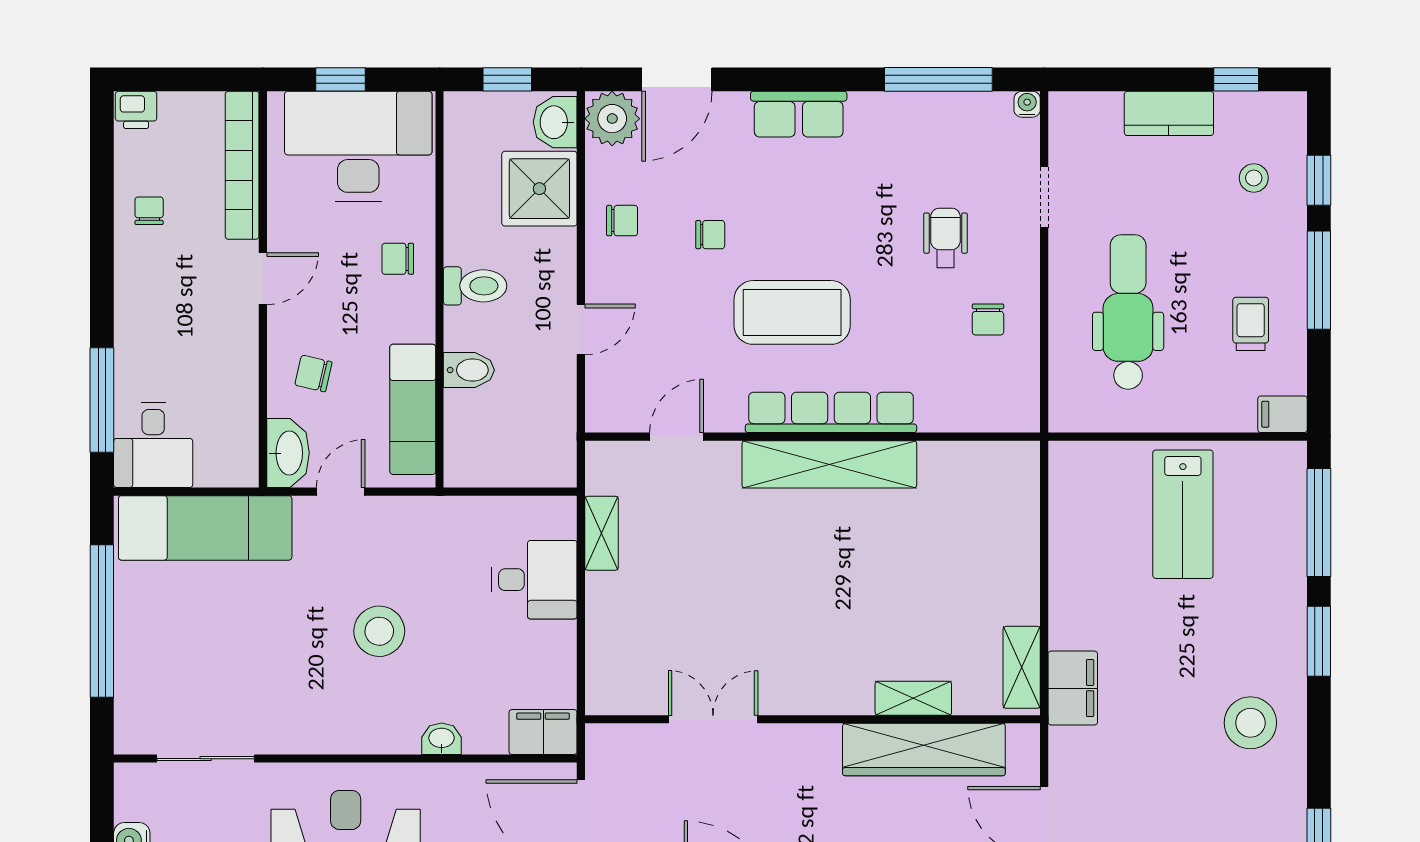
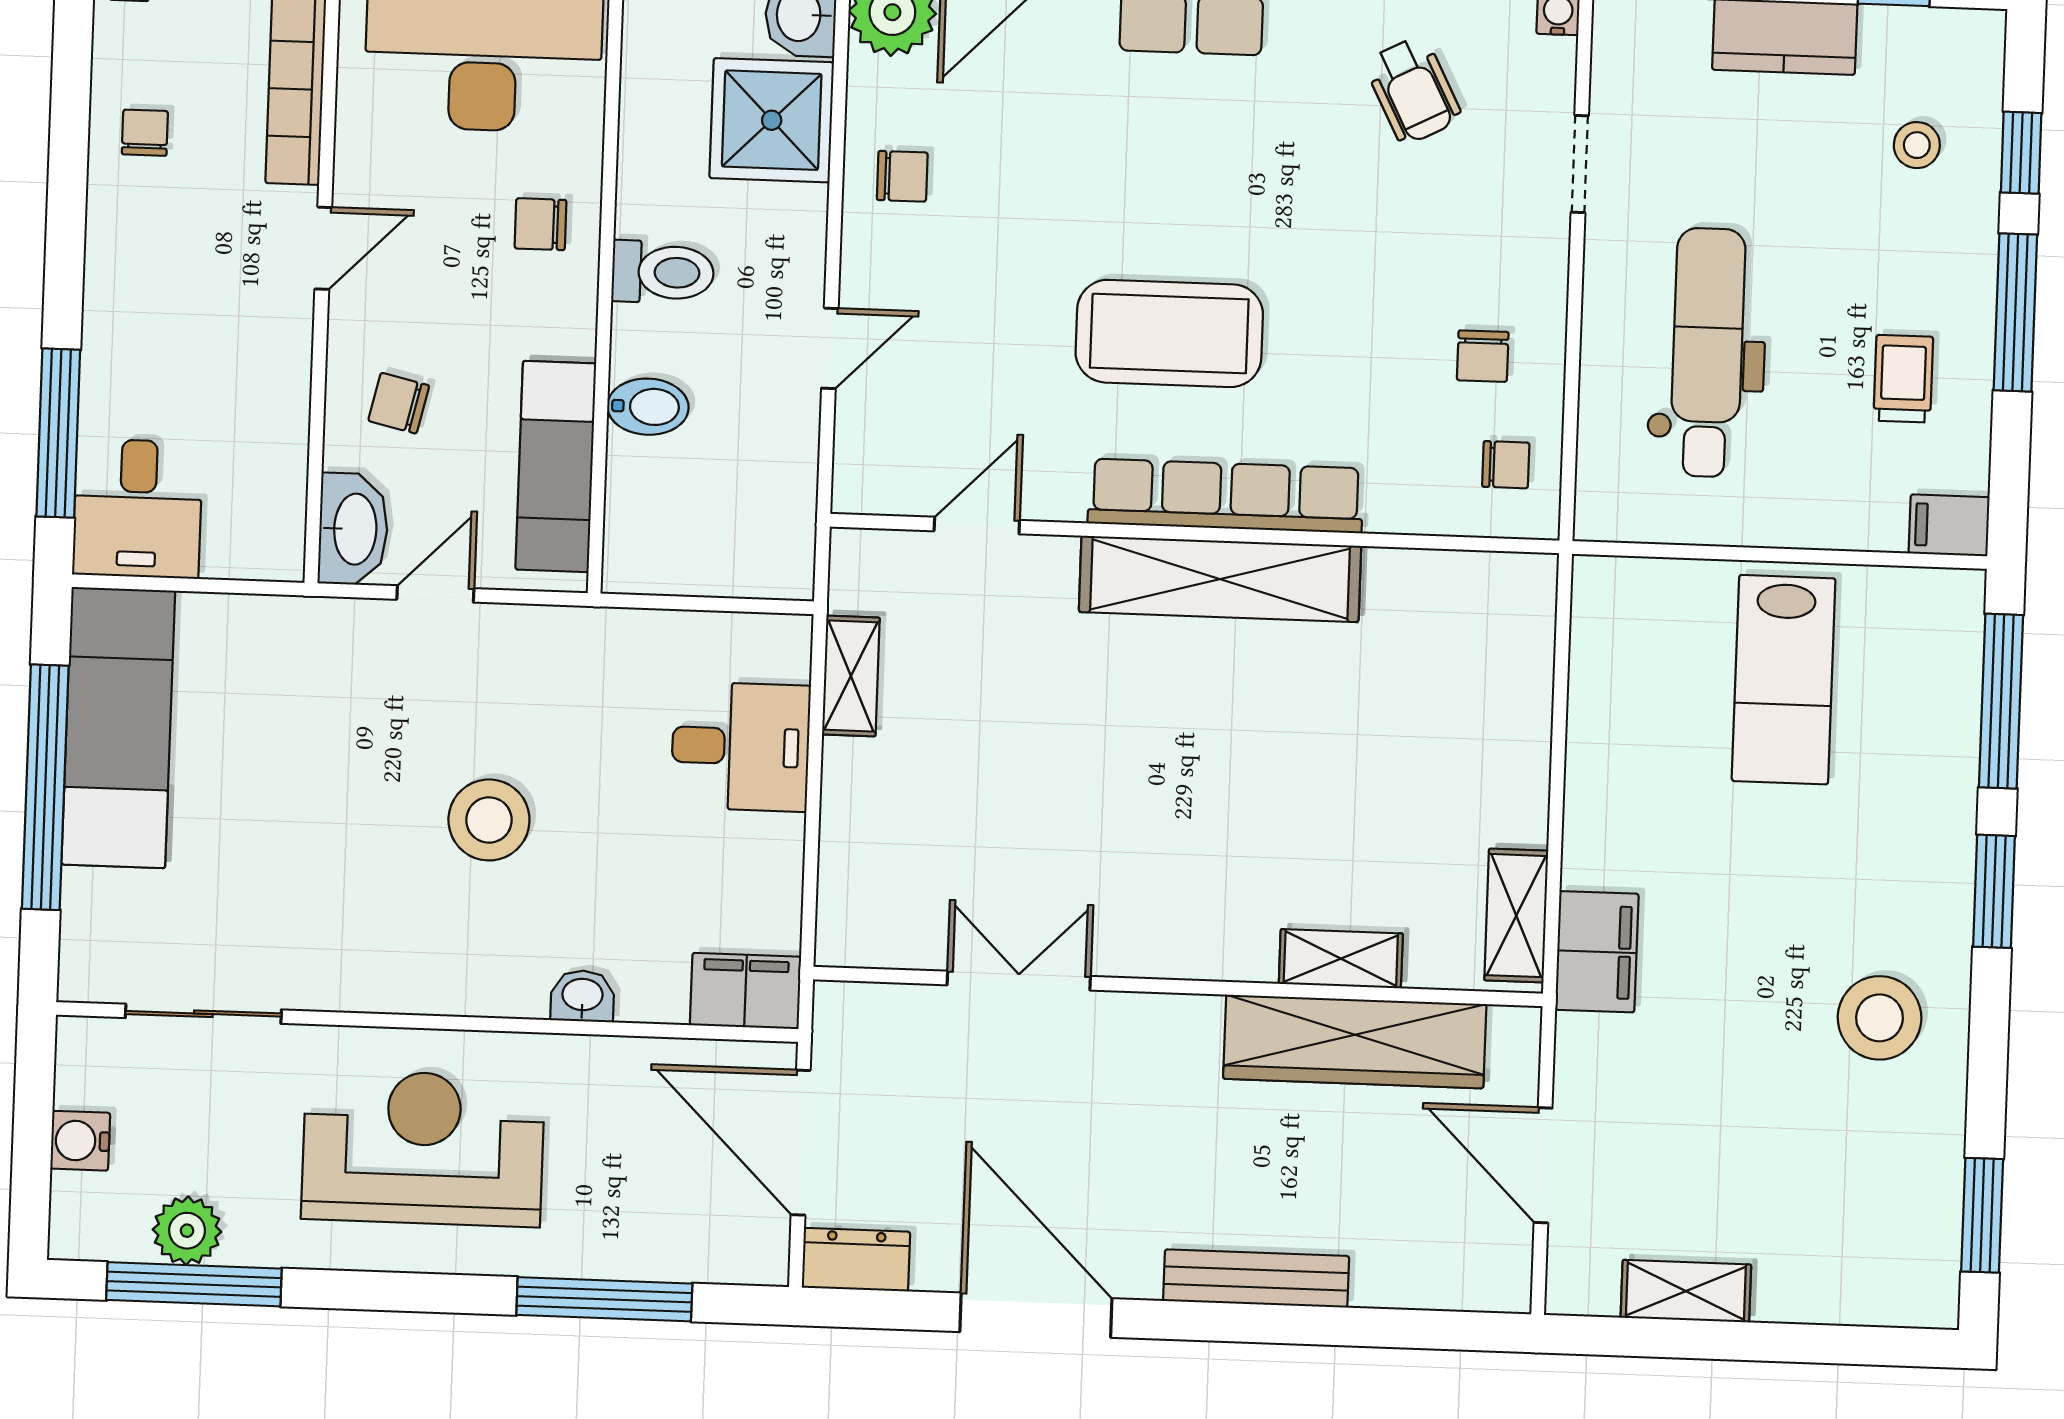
chair: (710, 235) -> (1506, 465), moved
wheelchair: (945, 238) -> (1413, 90), moved, turned 153
exam couch: (205, 528) -> (118, 728), moved, turned -90

